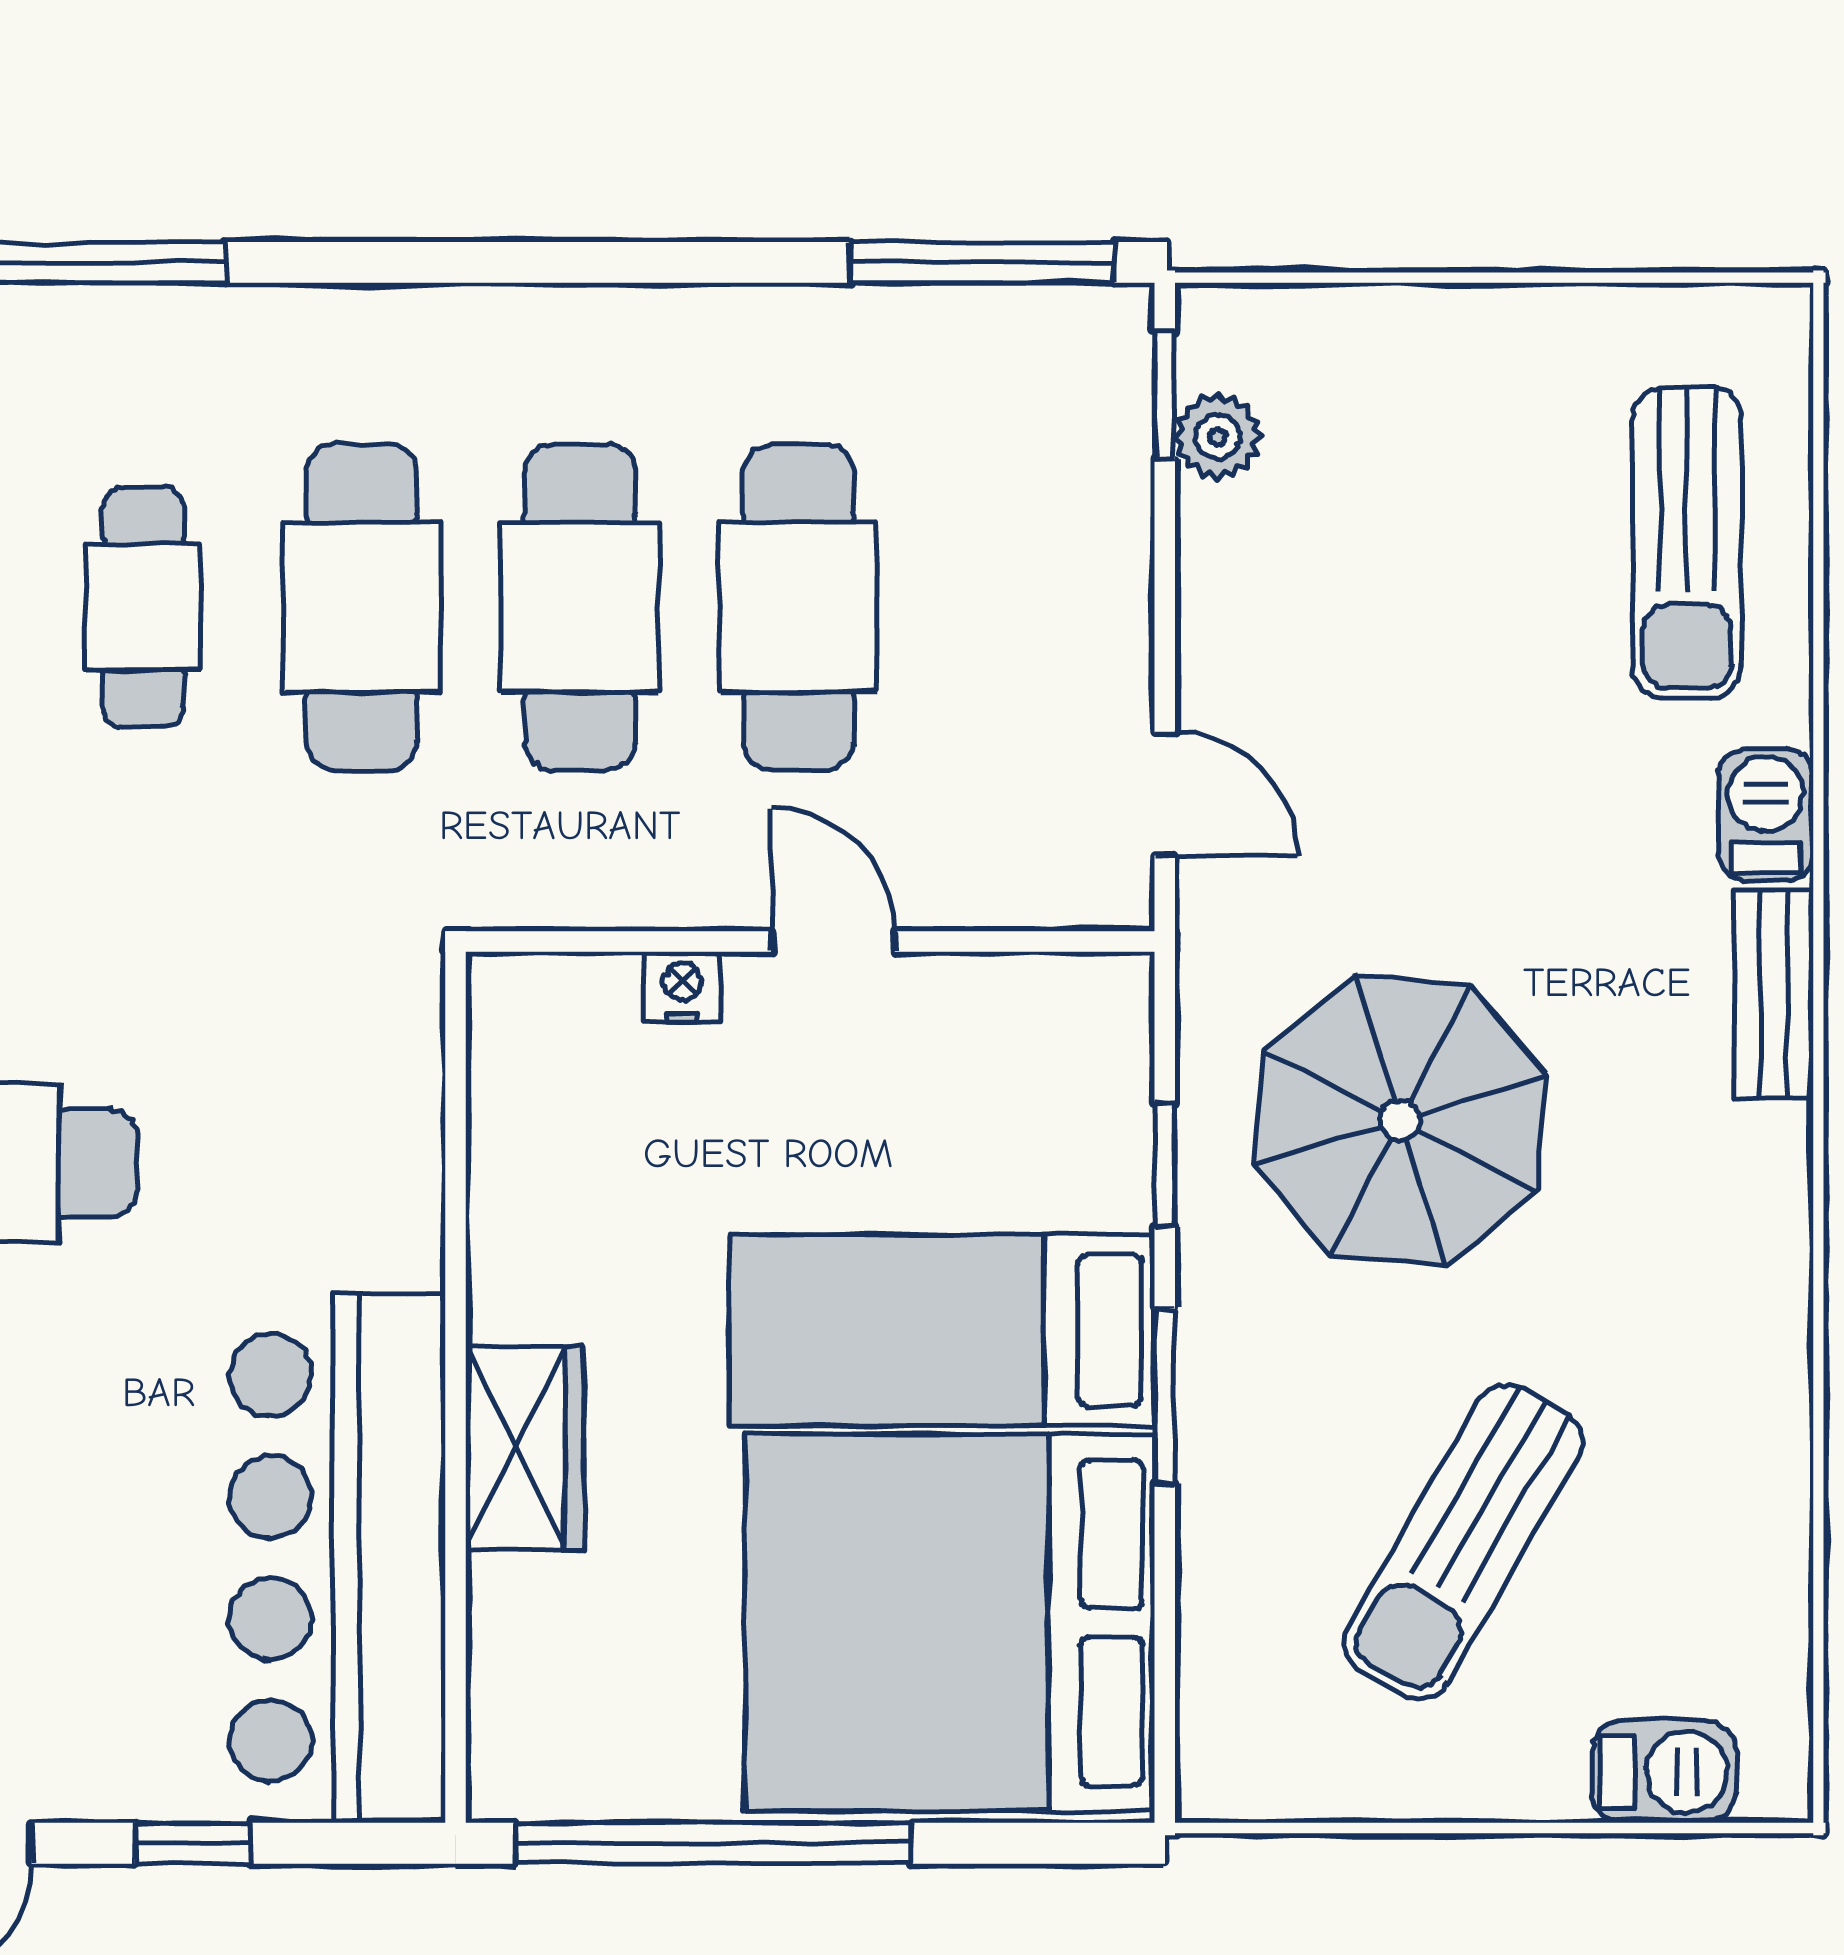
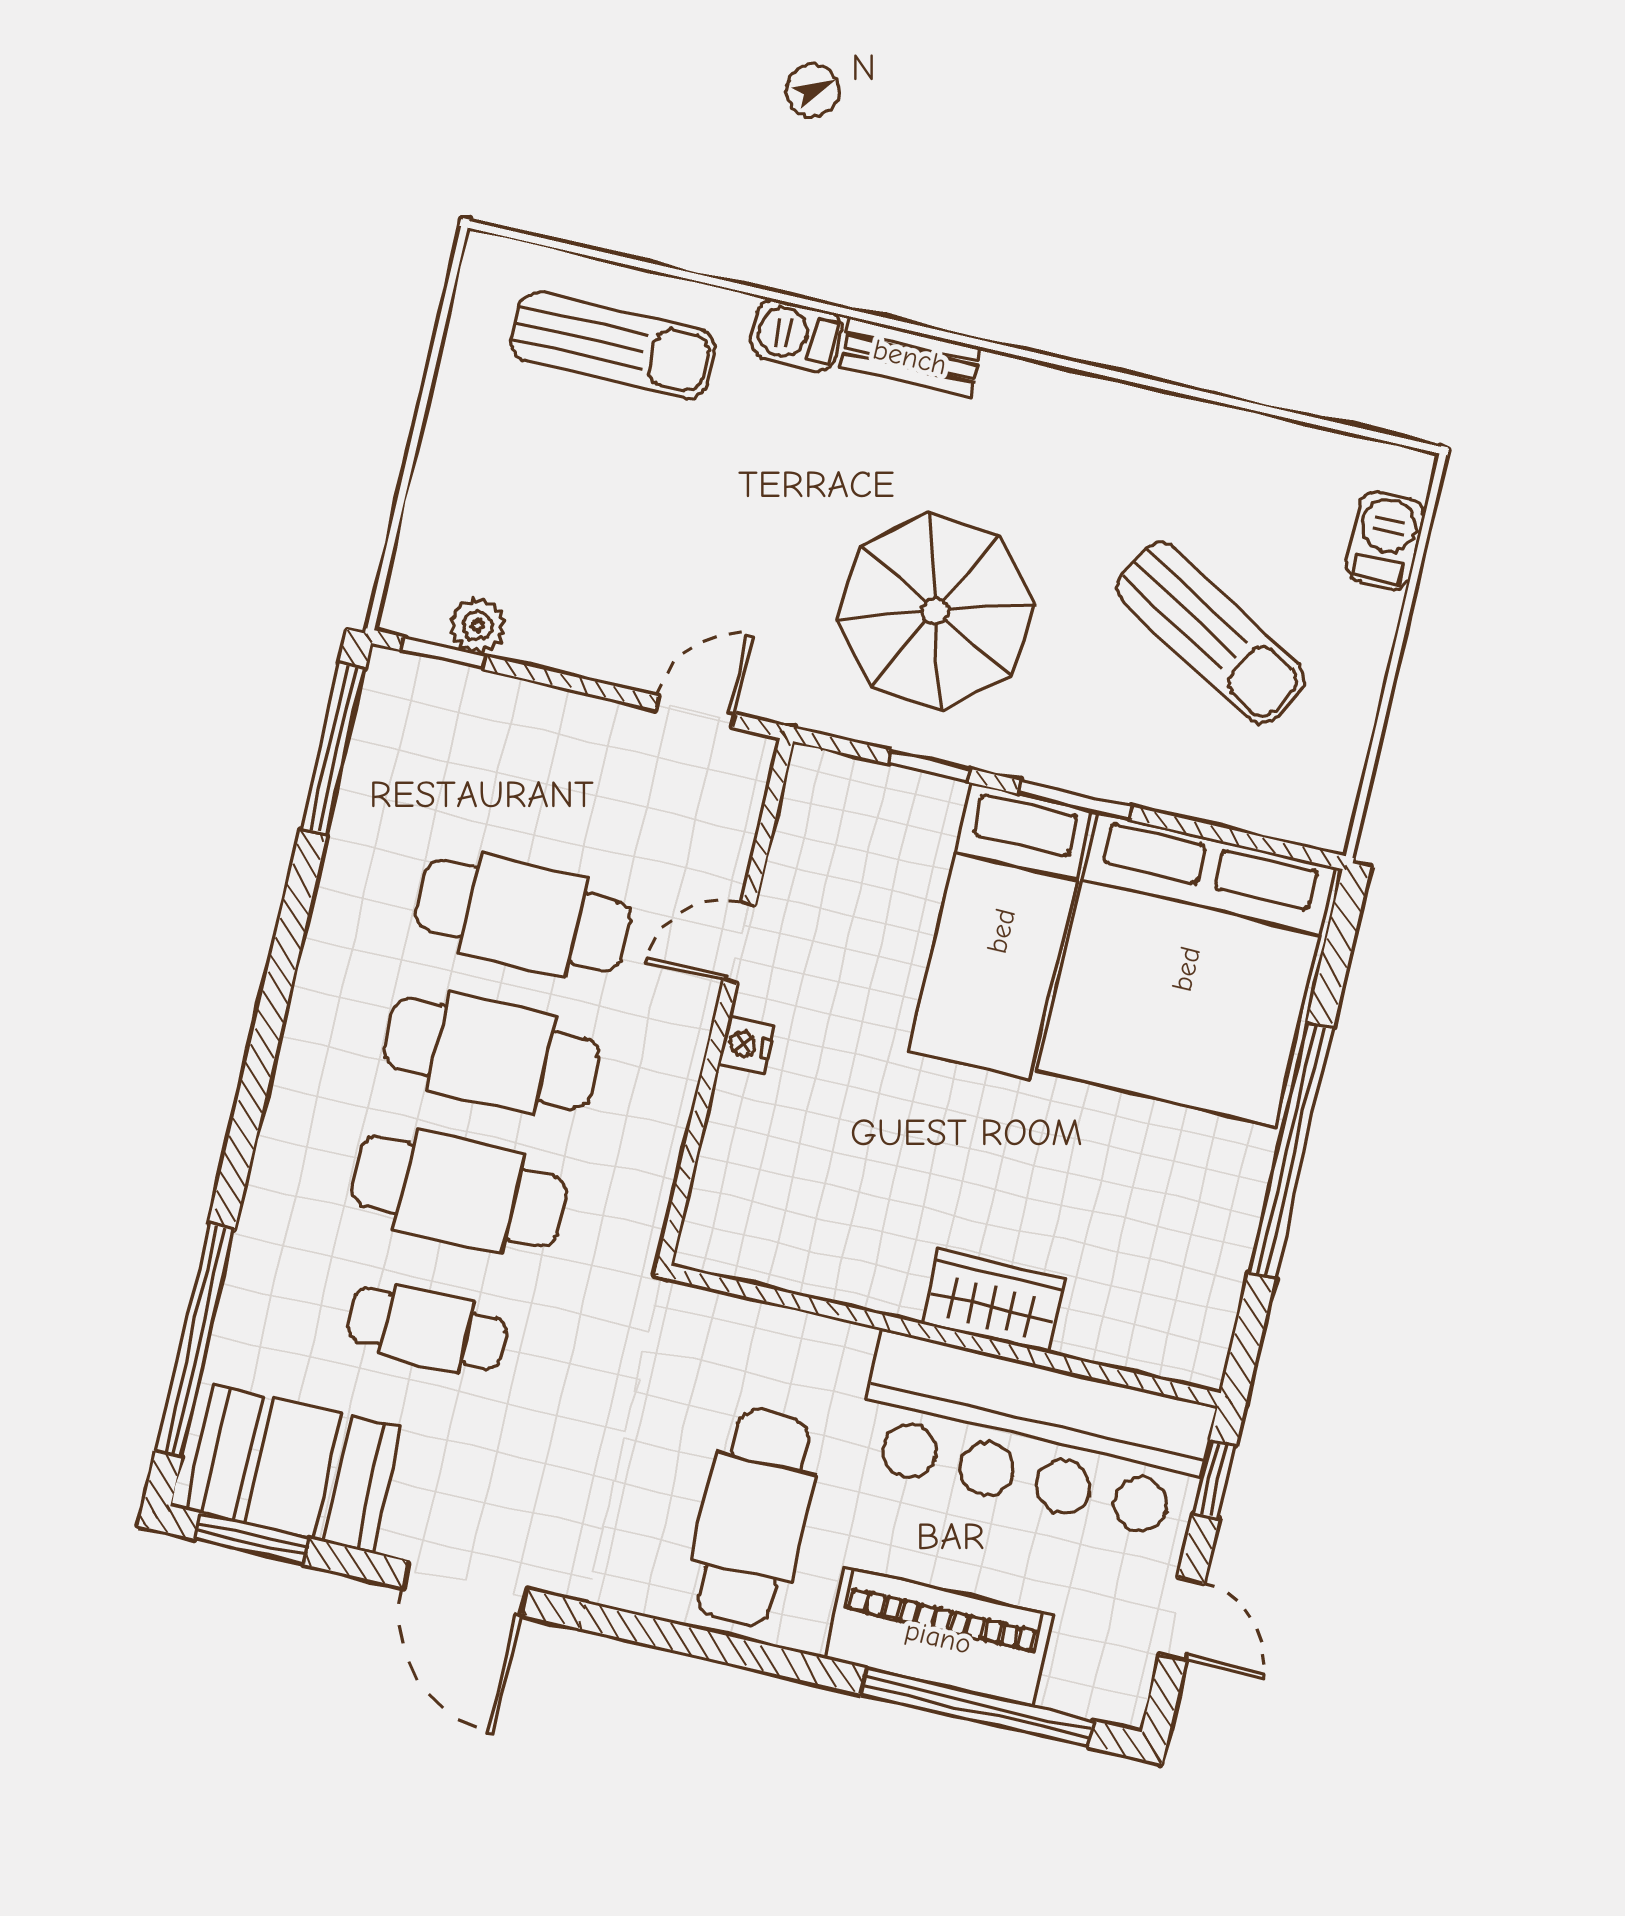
wall: (455, 1387) -> (944, 1336), moved
wardrobe: (525, 1448) -> (993, 1301), moved
bar counter: (337, 1558) -> (1035, 1435), moved

